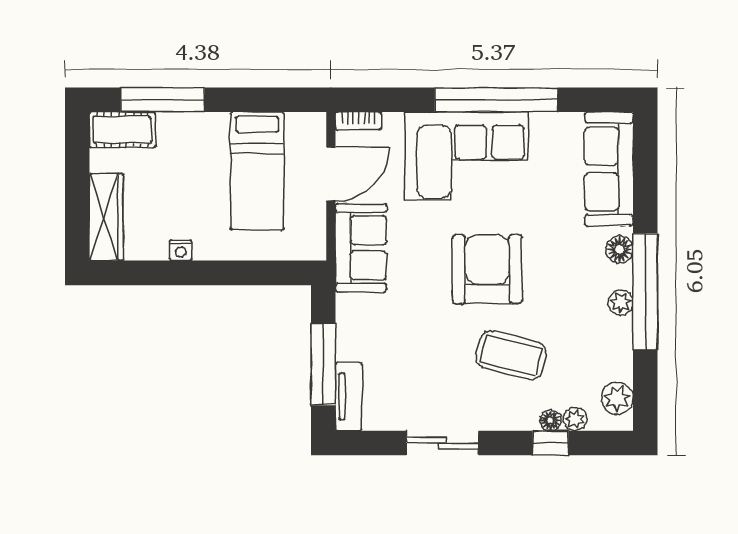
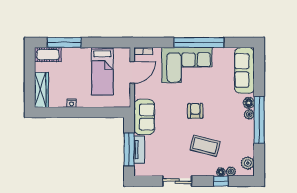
sofa: (361, 248) -> (144, 117), moved
armchair: (487, 269) -> (195, 111), width x0.53, depth x0.53
plant: (621, 303) -> (249, 114), moved
tv unit: (349, 397) -> (139, 150), moved

